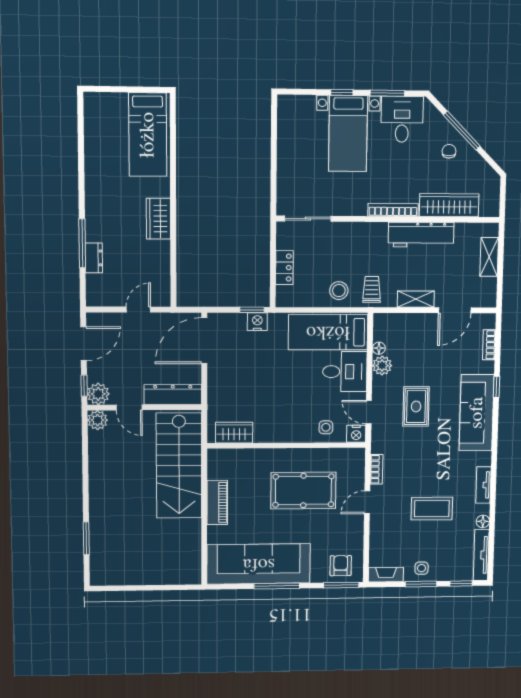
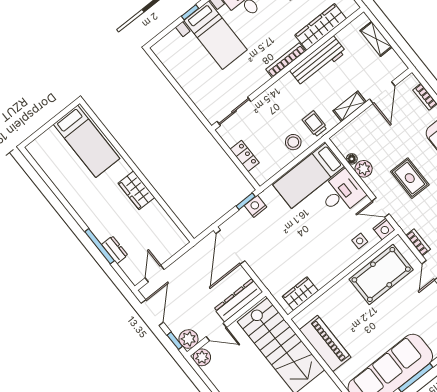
door: (138, 310) -> (155, 274), moved
pool table: (303, 491) -> (381, 275), moved
piano: (217, 502) -> (325, 344), width x1.37, depth x1.33

